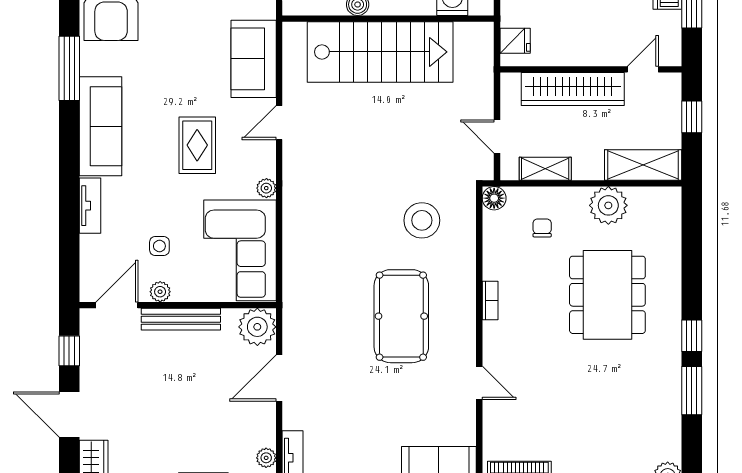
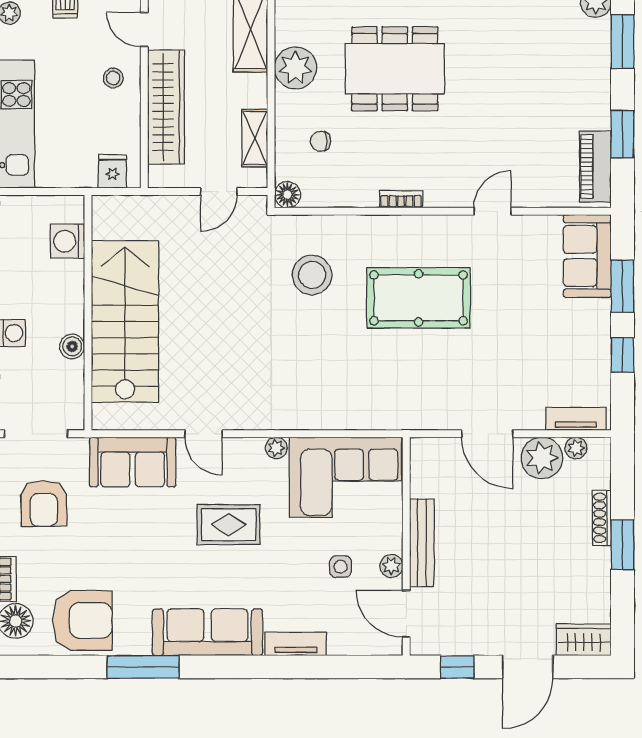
stool: (599, 41) -> (113, 78), added
plant: (257, 327) -> (542, 458), moved

